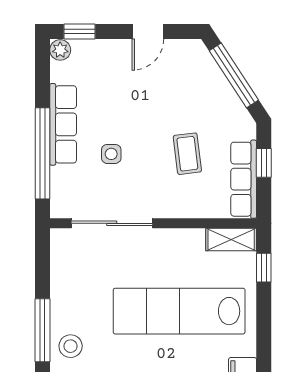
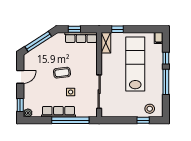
door: (148, 31) -> (20, 77), hinge flipped
coffee table: (187, 154) -> (62, 73), moved
lab bench: (179, 311) -> (135, 64), turned 180
window: (42, 330) -> (143, 120), width x0.46

